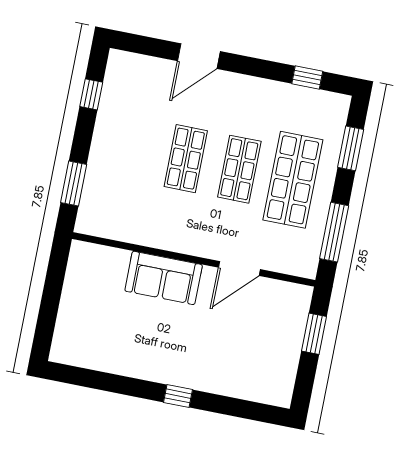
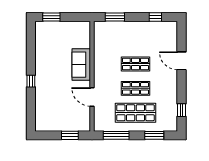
window: (46, 323) -> (51, 17), added

